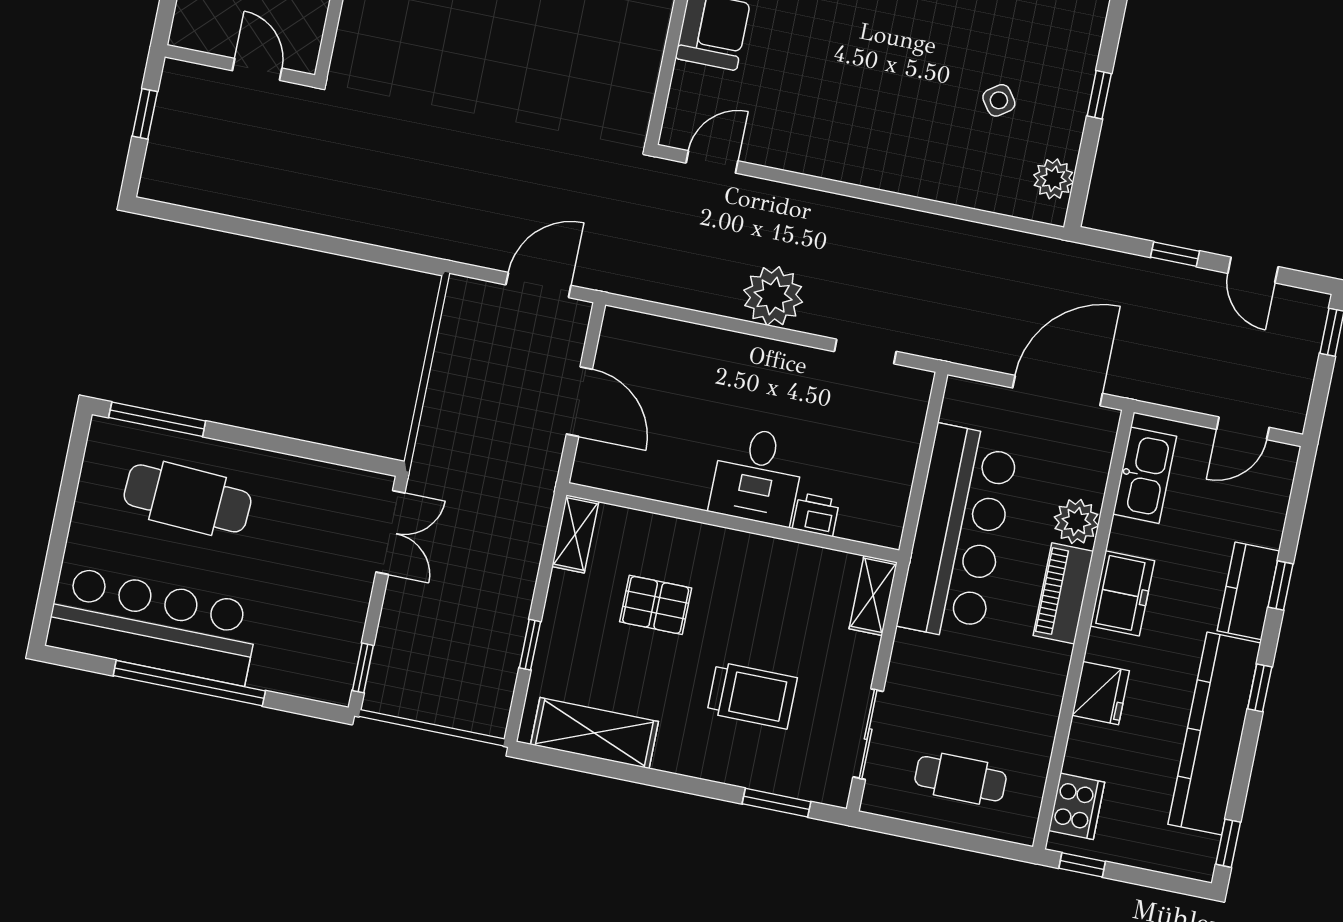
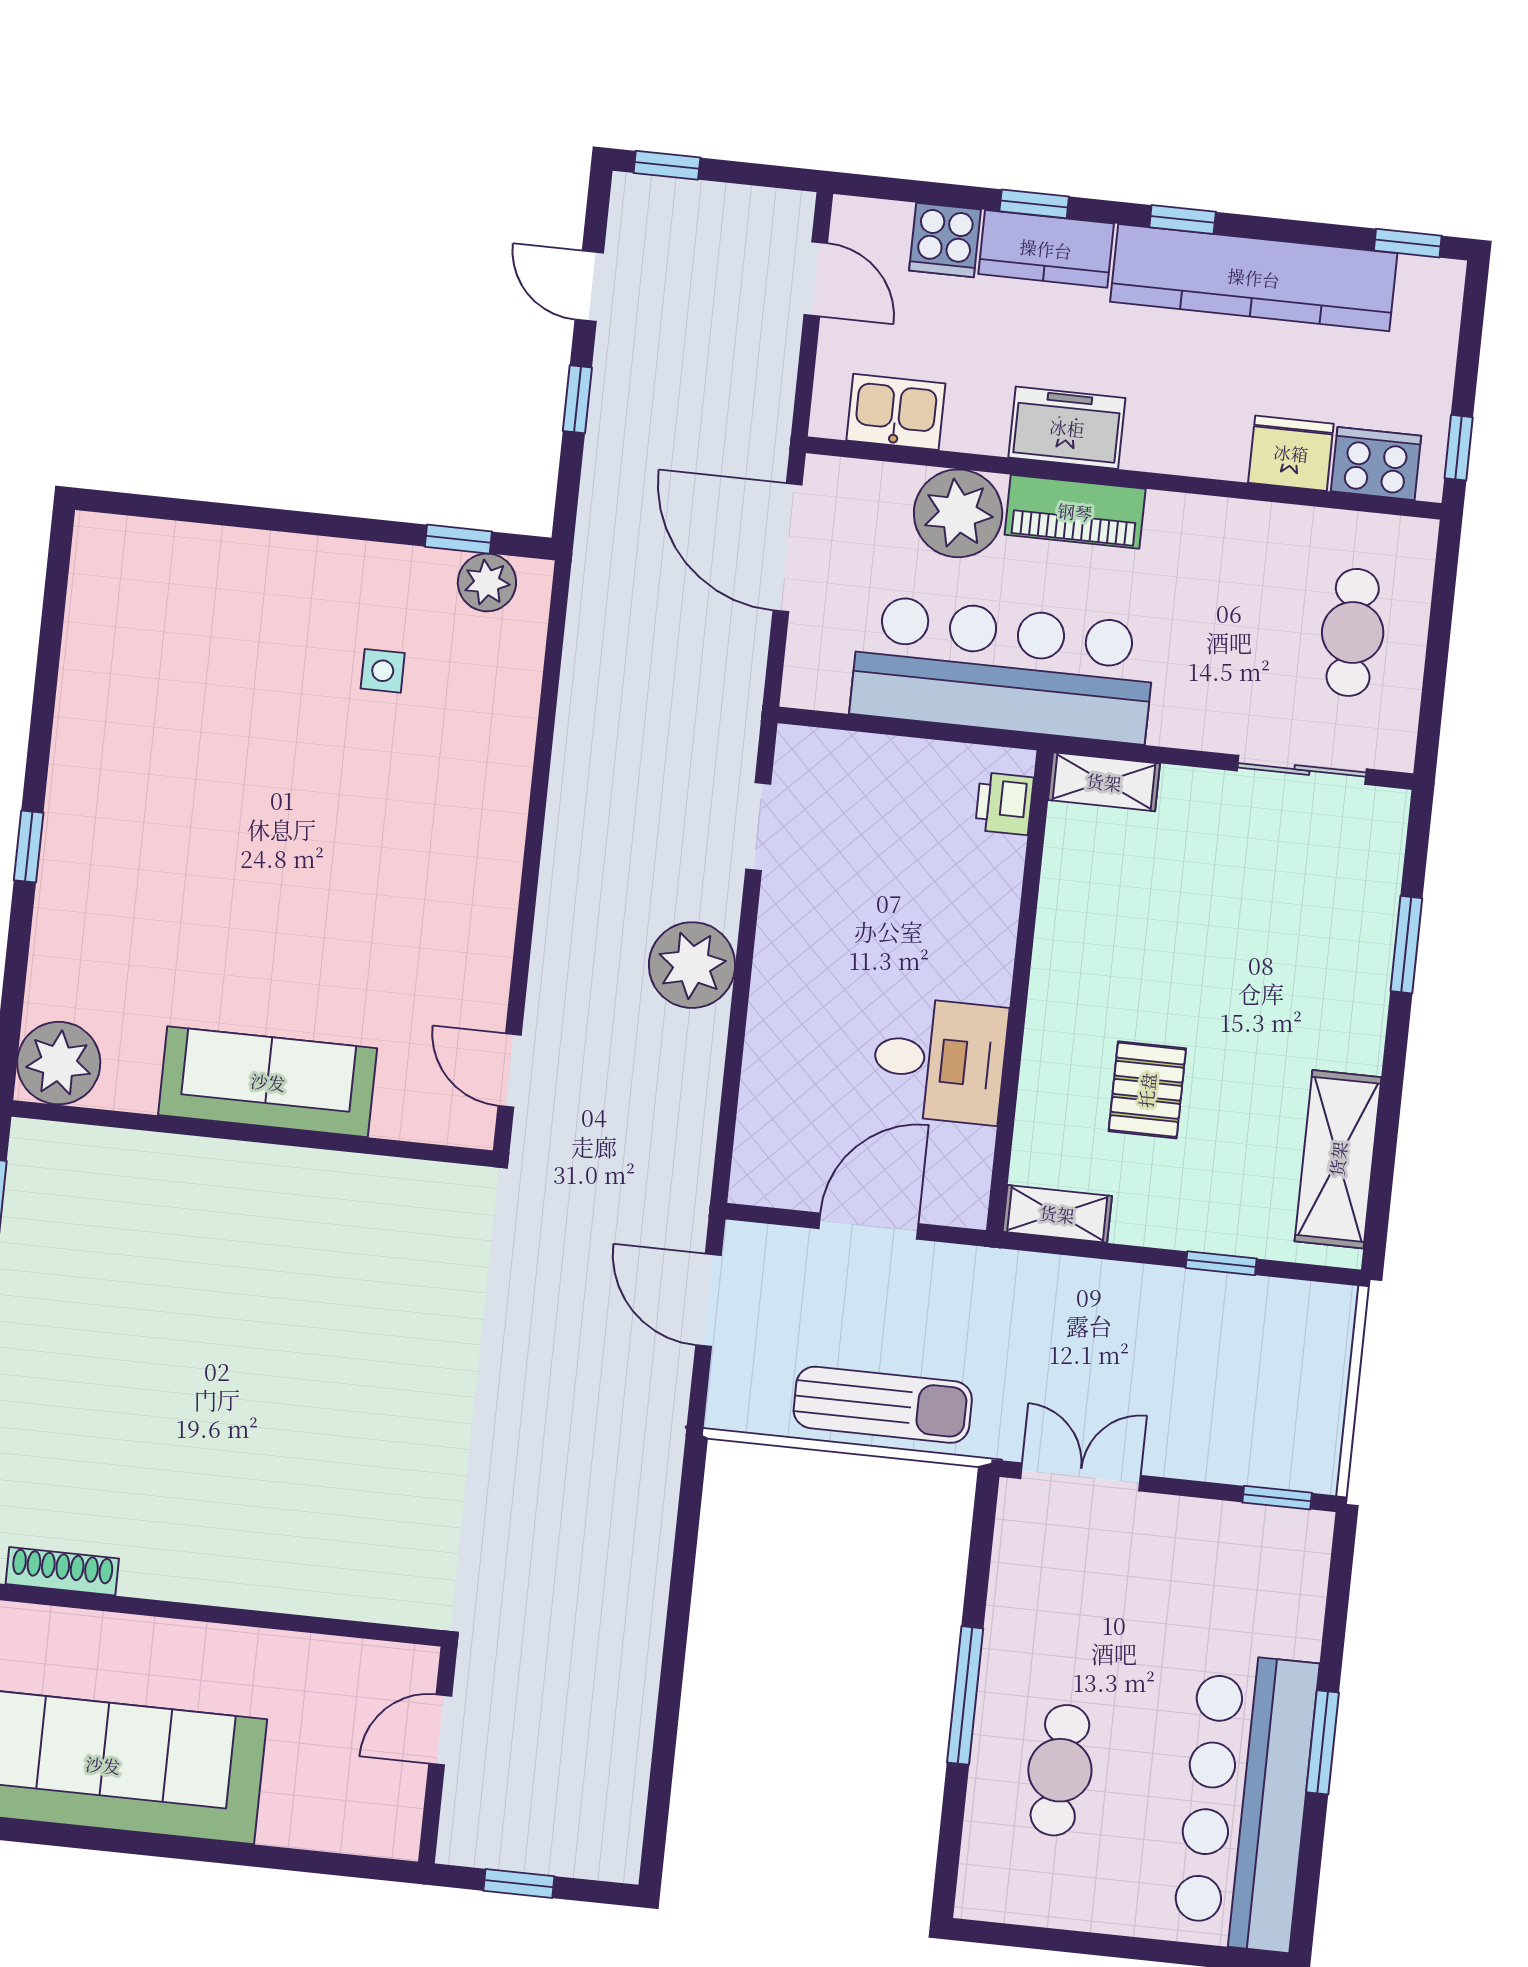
window: (1099, 95) -> (458, 539), moved
side table: (999, 100) -> (383, 671), turned 36
door: (1253, 270) -> (589, 286), swing flipped
sun lounger: (454, 399) -> (883, 1405), added
window: (157, 419) -> (965, 1695), moved
kitchen sink: (1145, 475) -> (896, 412), width x0.73
desk: (757, 476) -> (939, 1060), moved
cafe table: (188, 498) -> (1060, 1770), width x0.73, depth x0.74
printer: (816, 515) -> (1004, 804), moved
plant: (1076, 521) -> (958, 513), width x1.36, depth x1.36
cooker: (1261, 521) -> (945, 240), added
window: (189, 683) -> (1323, 1742), width x0.47
fridge: (1101, 693) -> (1291, 453), moved
trolley: (752, 695) -> (1263, 940), removed
window: (777, 803) -> (1406, 945), moved

